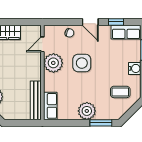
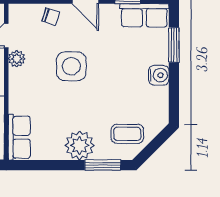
plant: (53, 63) -> (17, 59), width x0.53, depth x0.53
coffee table: (120, 92) -> (127, 134), moved

